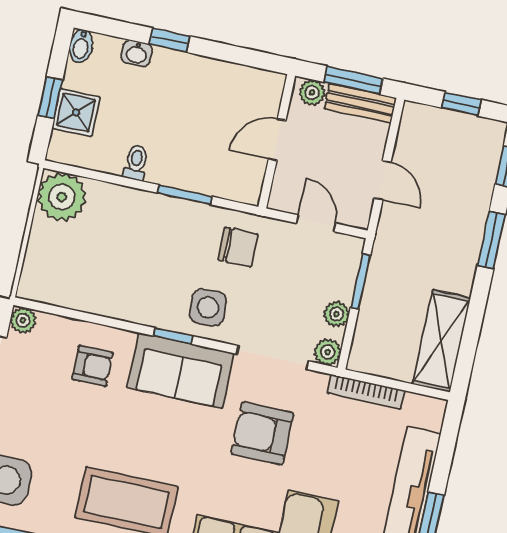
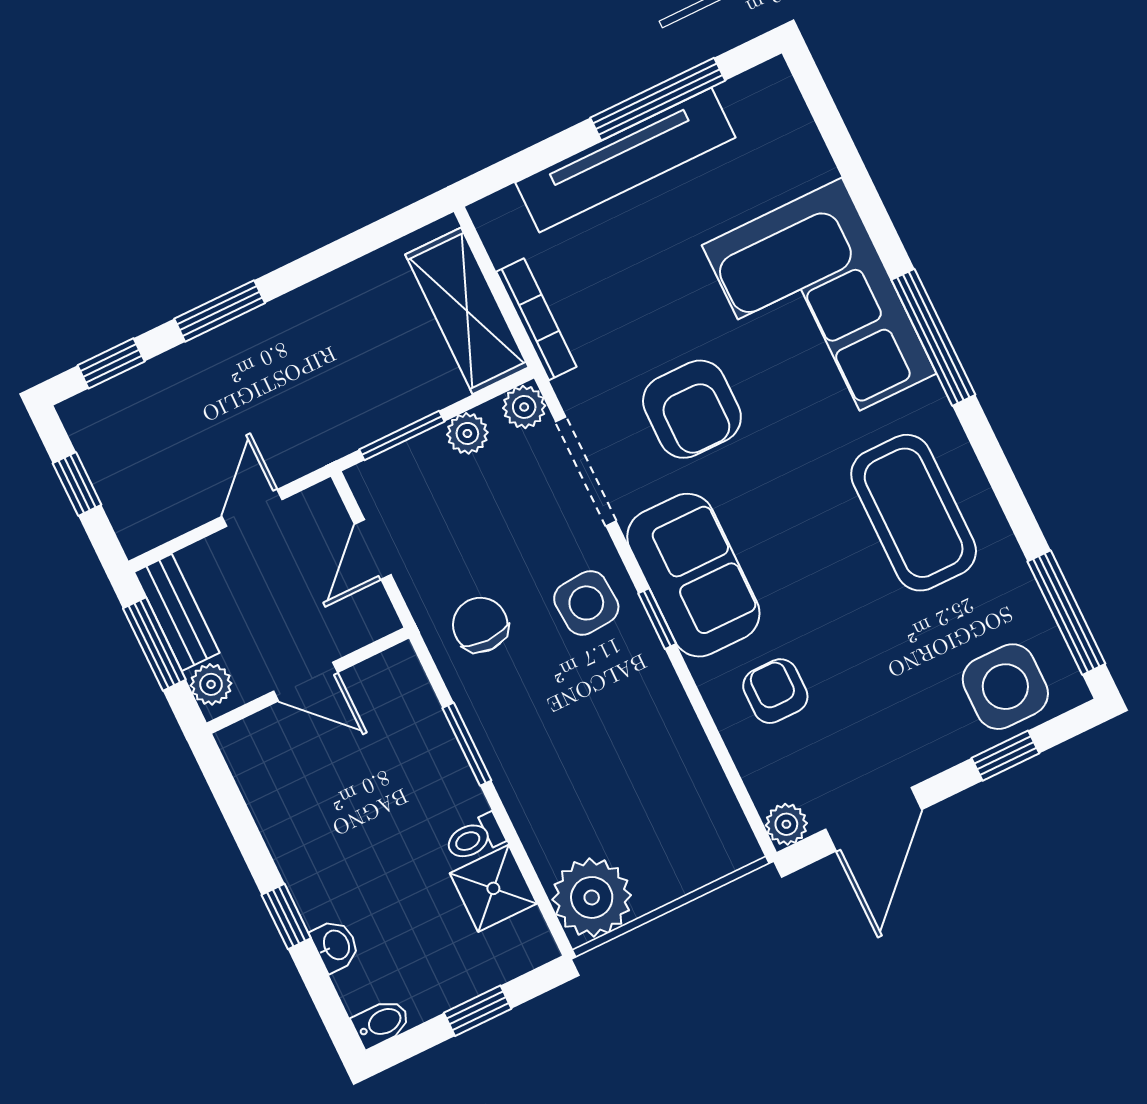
shower: (76, 112) -> (493, 888), moved
shelving: (441, 341) -> (467, 311), moved, turned 90

